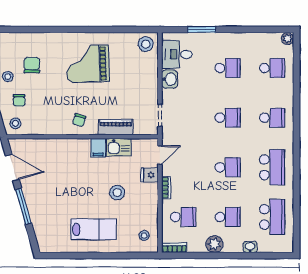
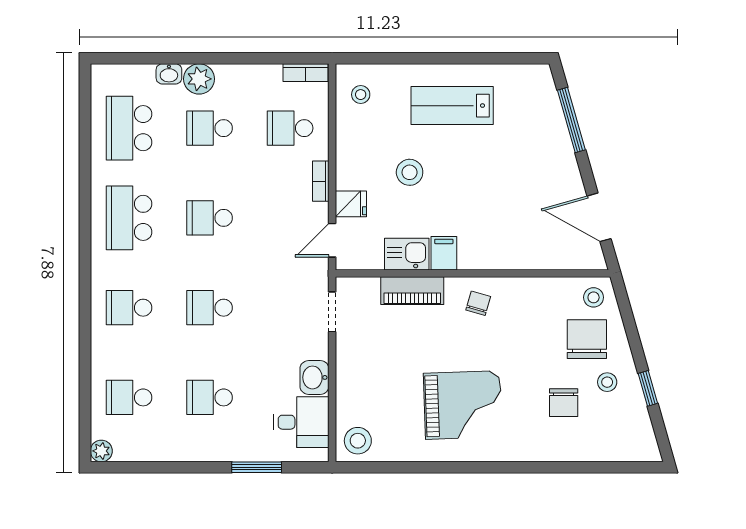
chair: (19, 100) -> (587, 339), width x1.87, depth x1.87
window: (23, 206) -> (571, 120), moved
plant: (214, 244) -> (199, 79), moved

